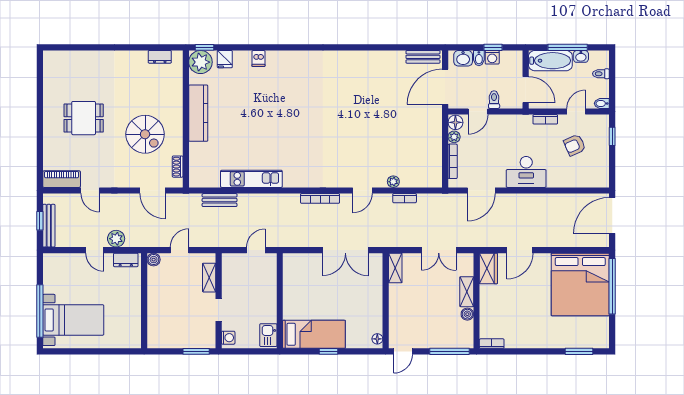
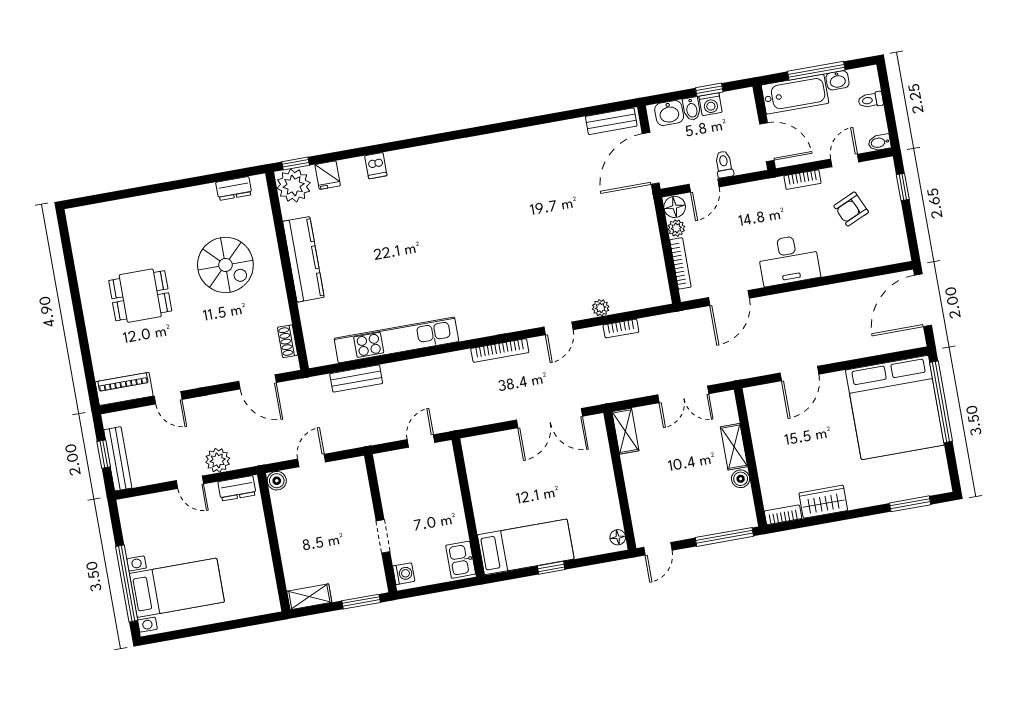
spiral stairs: (145, 134) -> (225, 265), moved
kitchen unit: (251, 179) -> (396, 340), width x1.36
wardrobe: (488, 269) -> (823, 502), moved, turned -90
shelving: (209, 278) -> (309, 597), moved, turned 90

